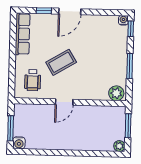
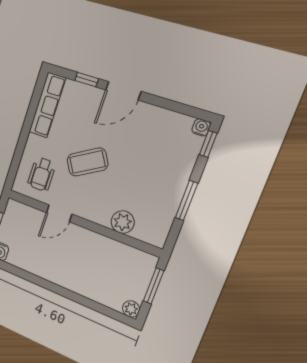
plant: (116, 93) -> (123, 222), moved
door: (64, 102) -> (59, 213), moved

